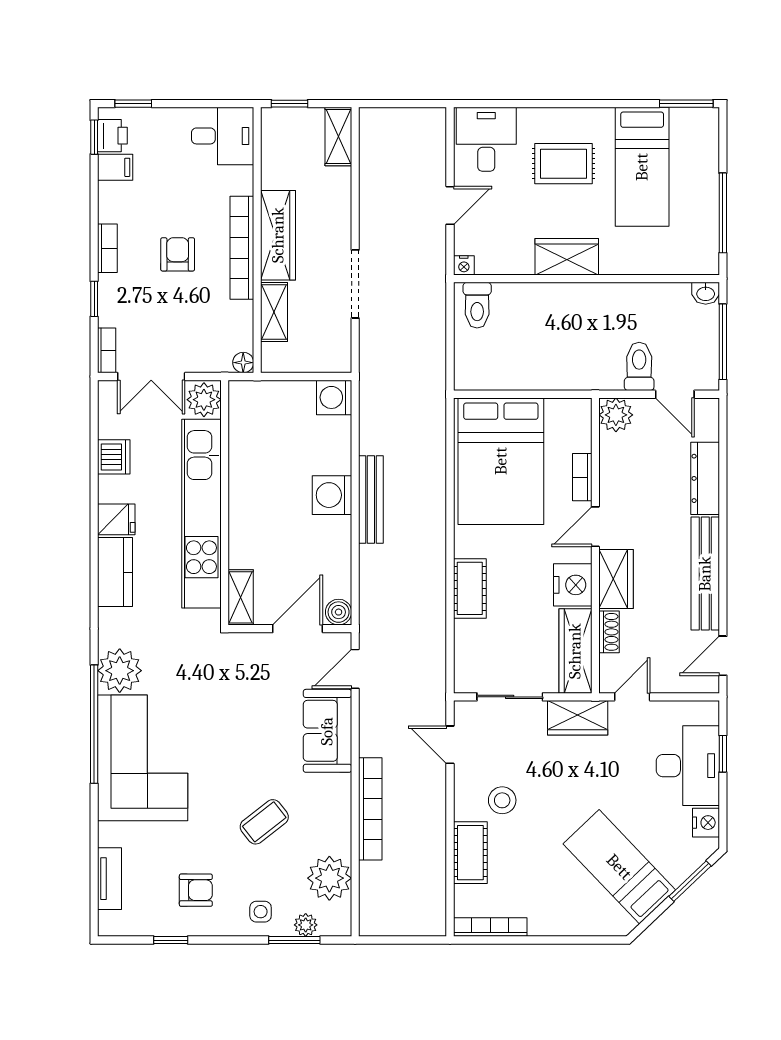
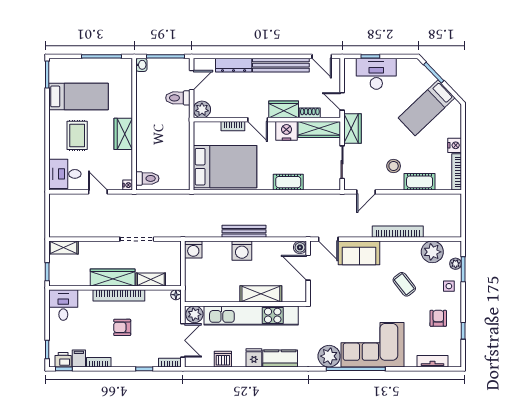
bookcase: (107, 248) -> (99, 362), moved
shelving: (241, 597) -> (261, 294), moved, width x1.50, depth x1.33
nightstand: (706, 823) -> (455, 145), moved, turned 90

